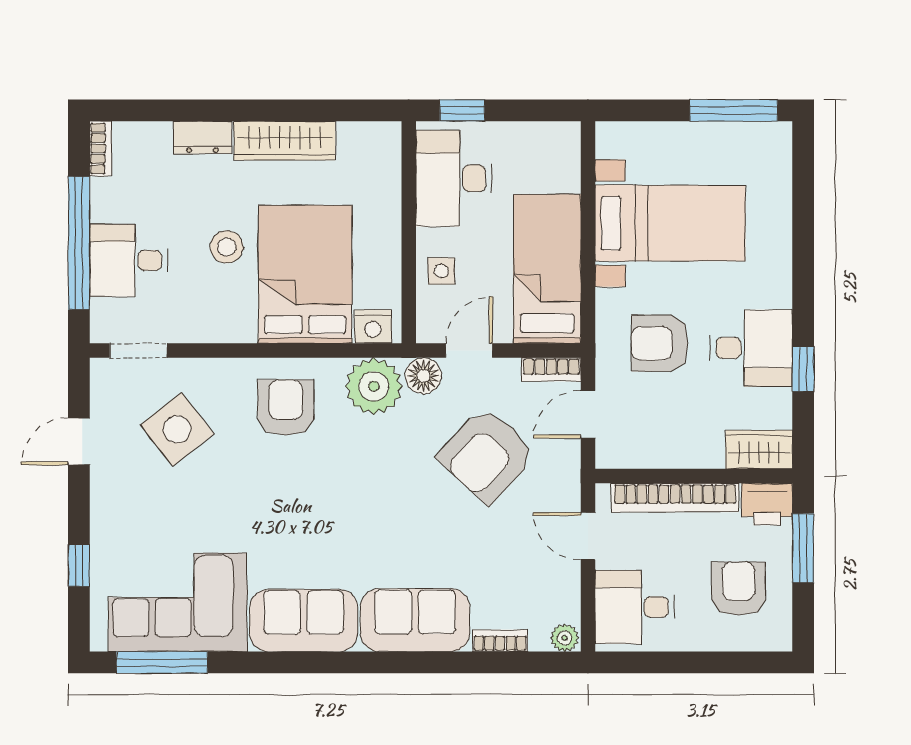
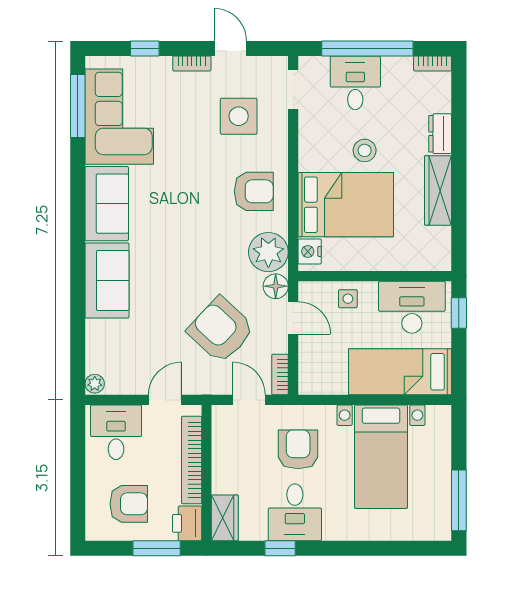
bed: (547, 269) -> (400, 372), moved, turned 180
side table: (177, 429) -> (239, 116), turned 38
bookcase: (500, 641) -> (192, 63), moved, turned 90

